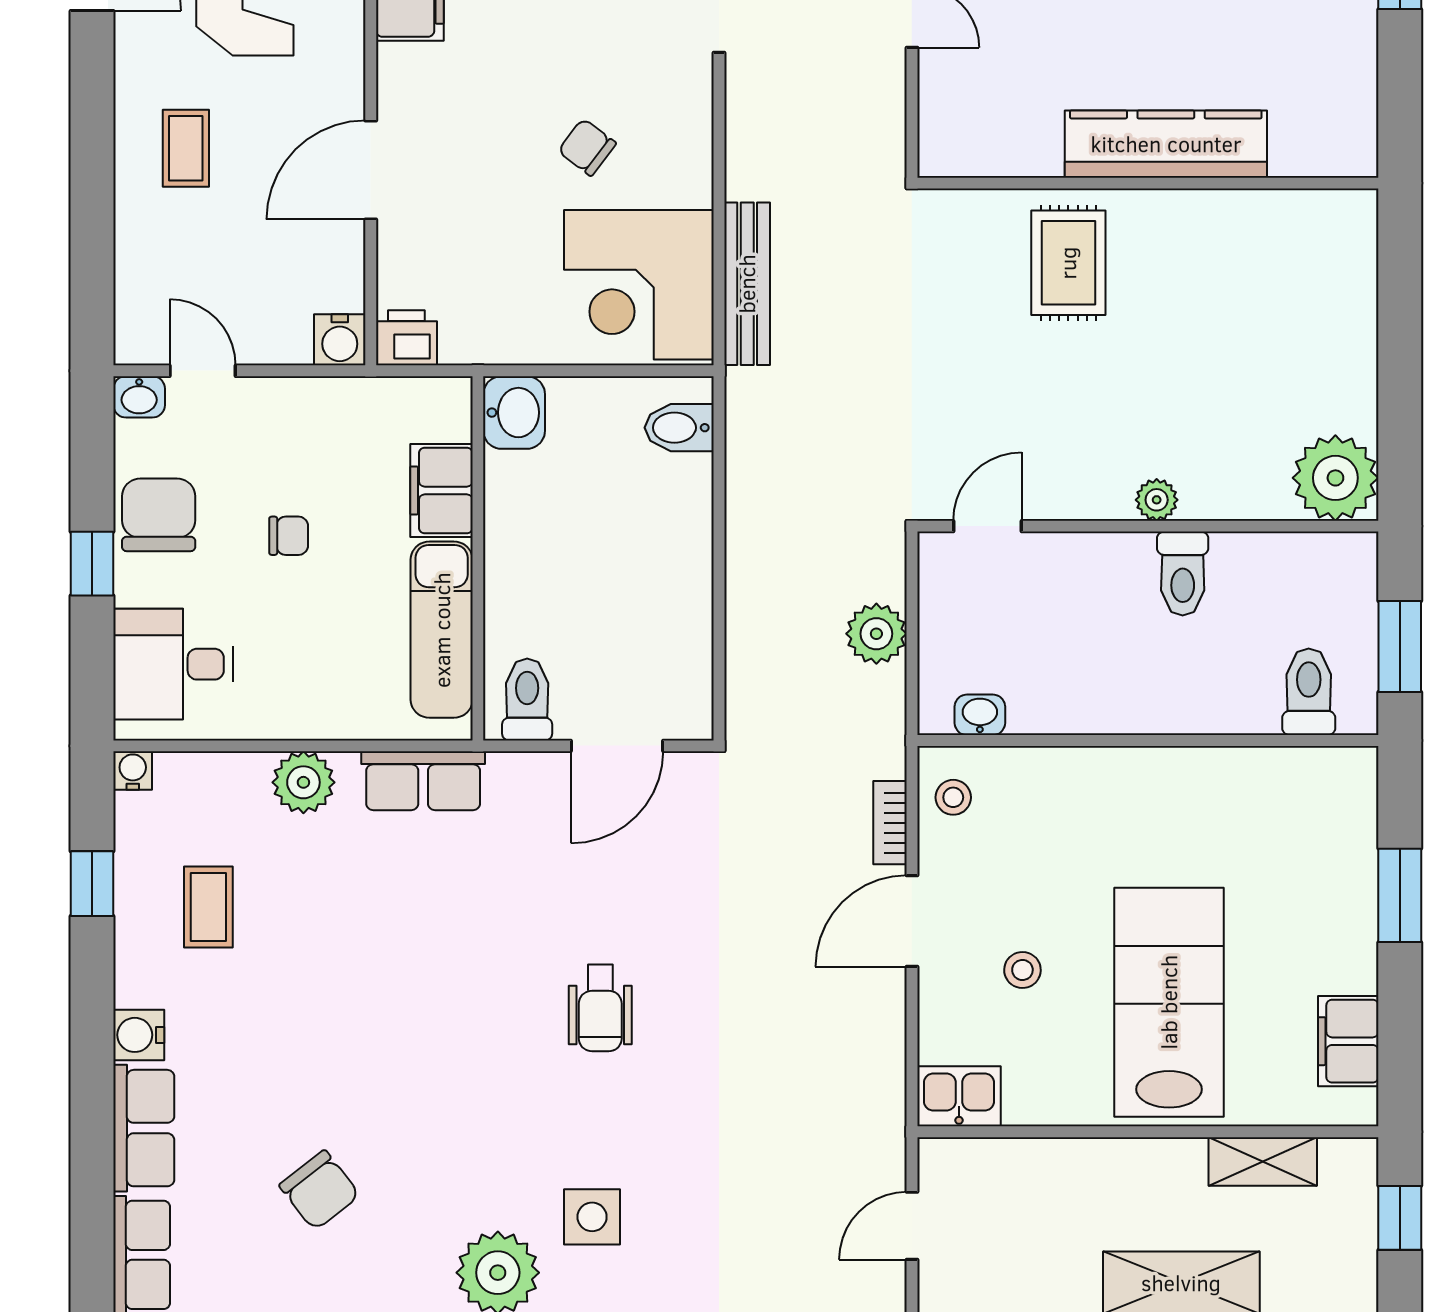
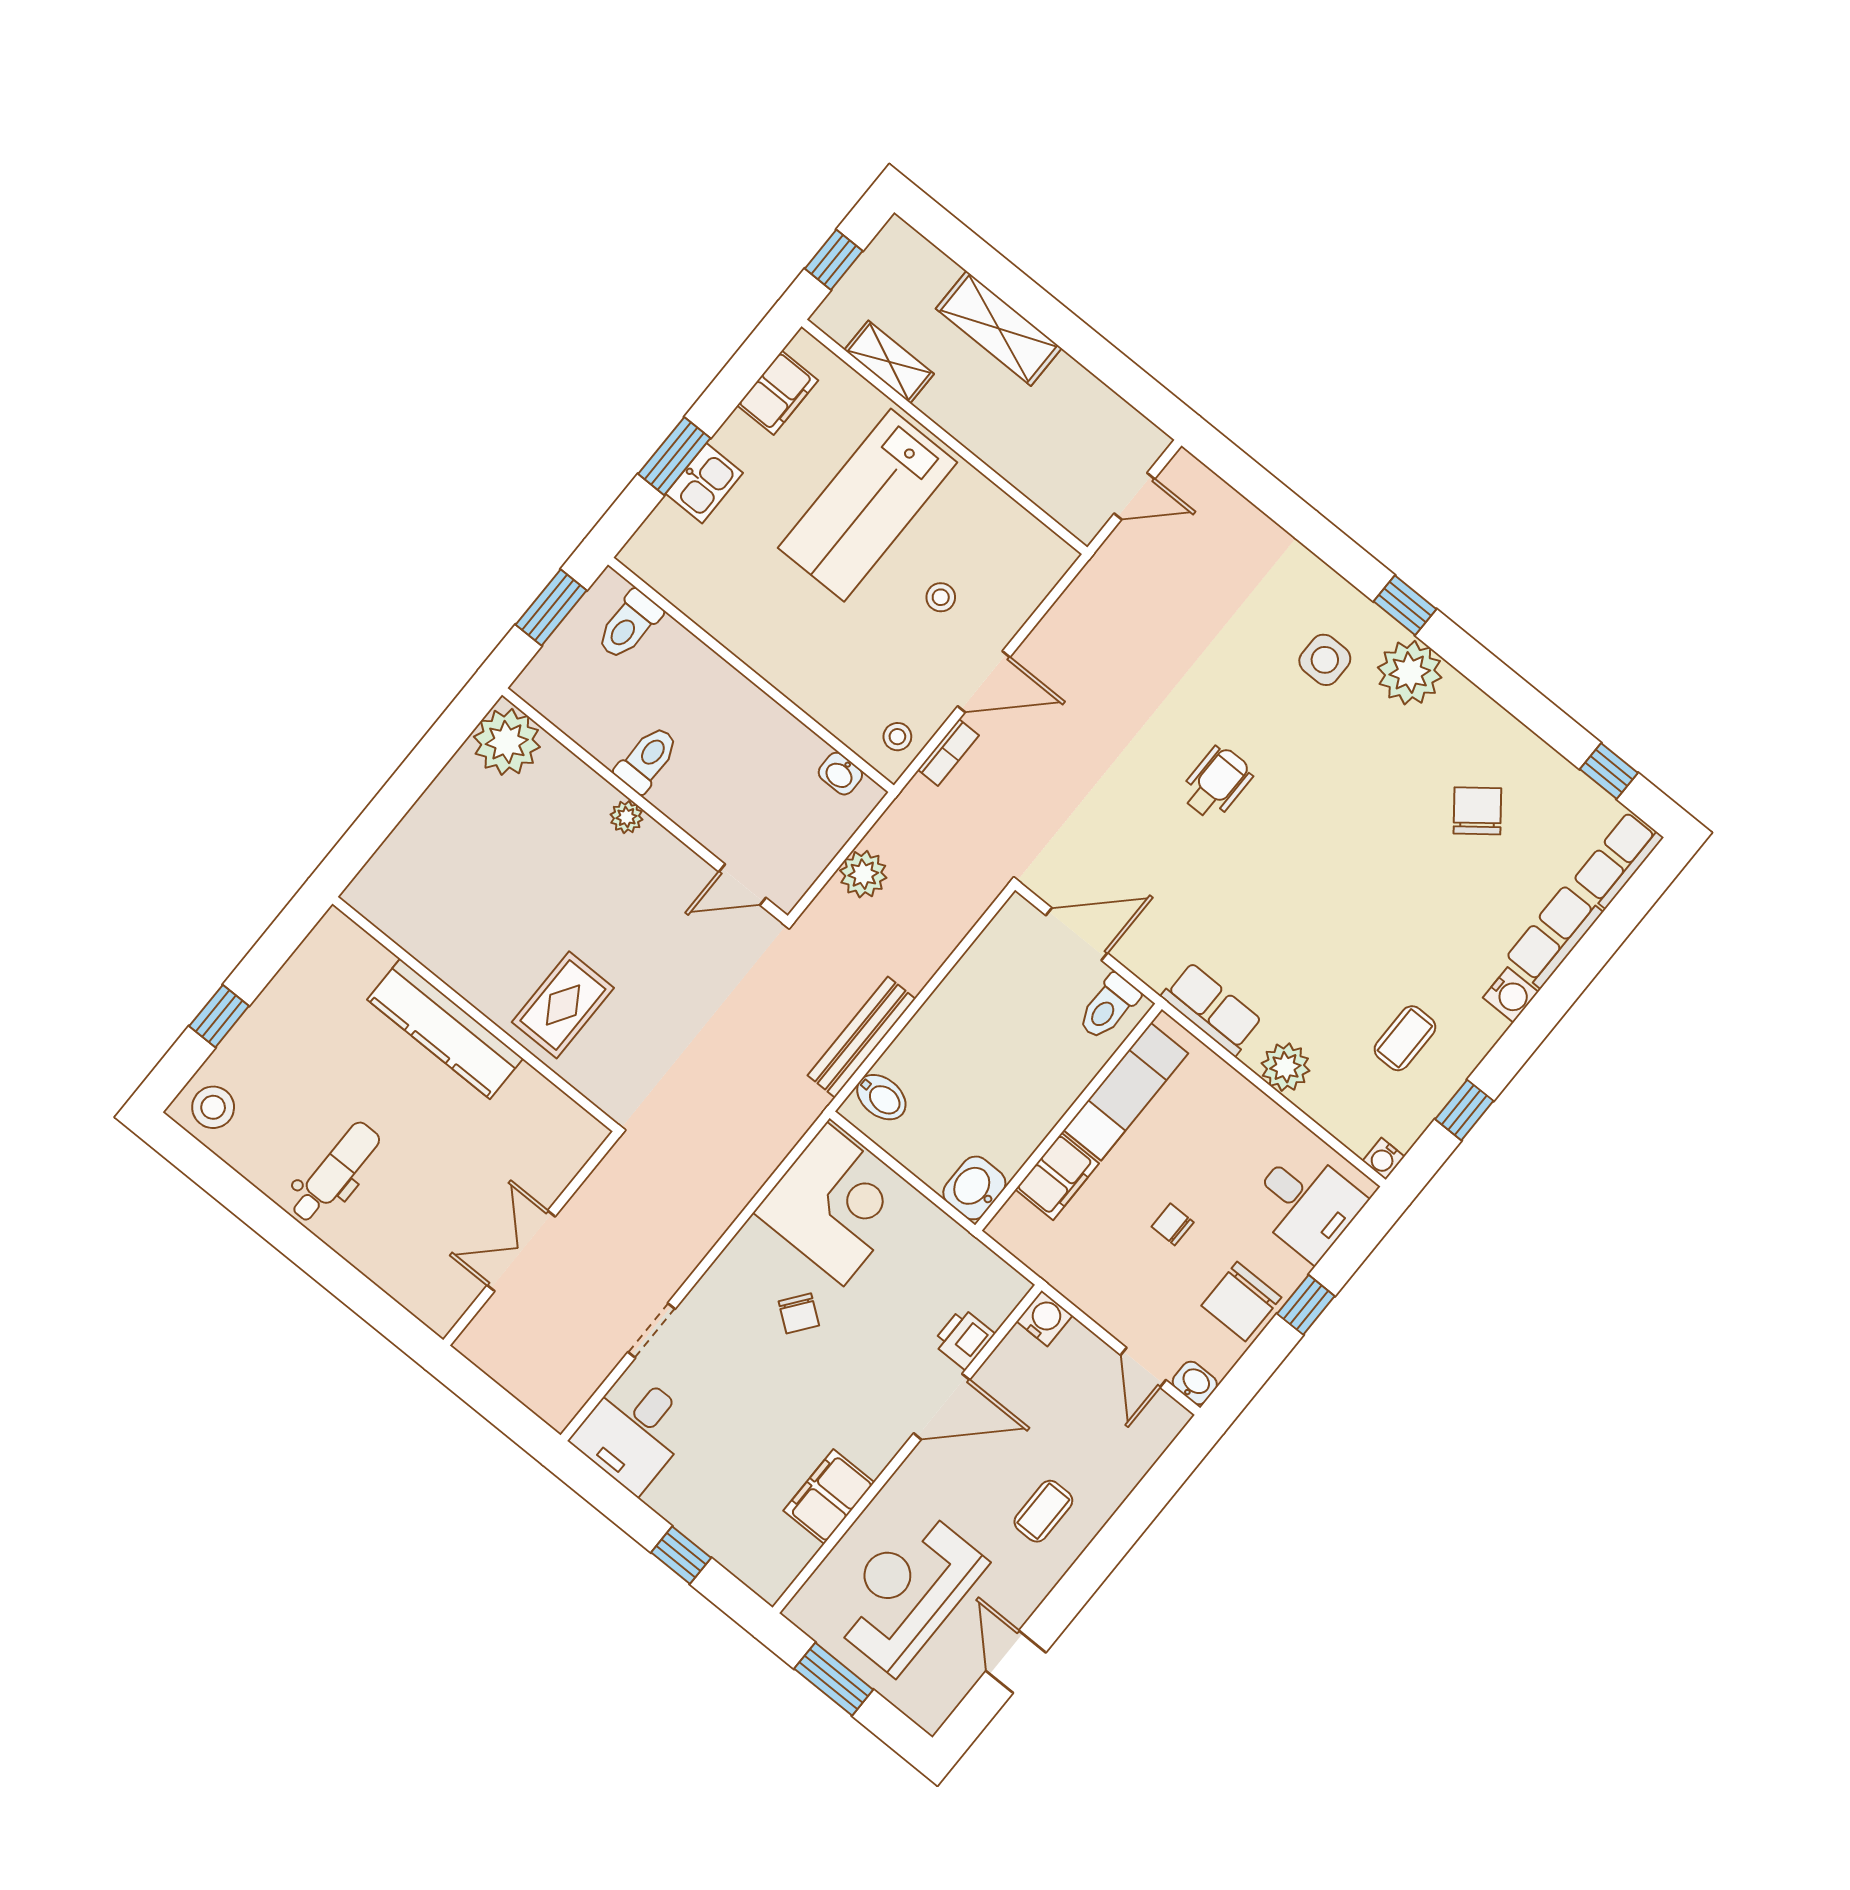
bench: (747, 284) -> (861, 1037), moved
printer: (406, 338) -> (964, 1339), moved, turned 90
kitchen sink: (959, 1096) -> (704, 483), moved, turned -90

